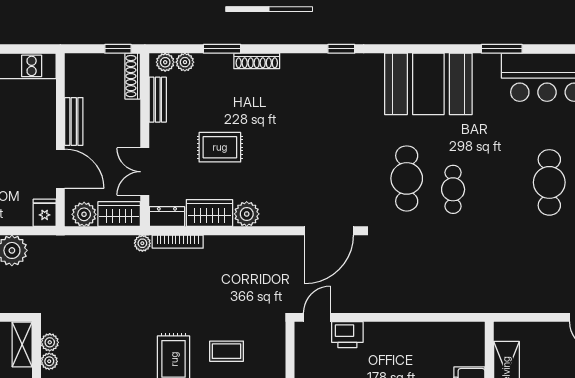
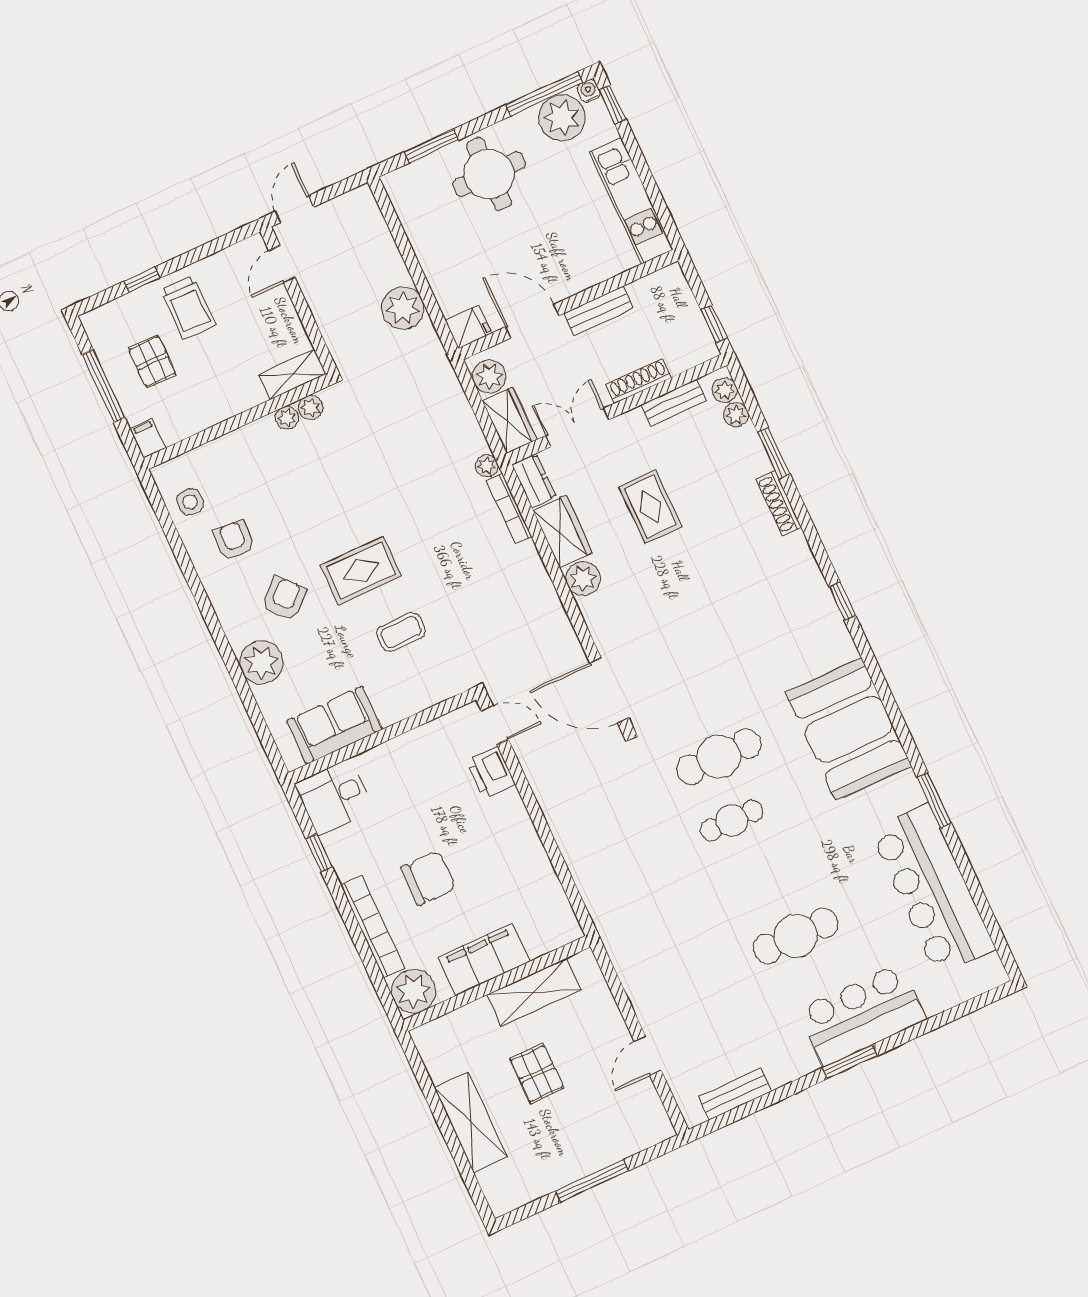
shoe rack: (133, 76) -> (639, 381), moved
door: (60, 169) -> (532, 321), swing flipped
coffee table: (227, 351) -> (401, 632), turned 90

